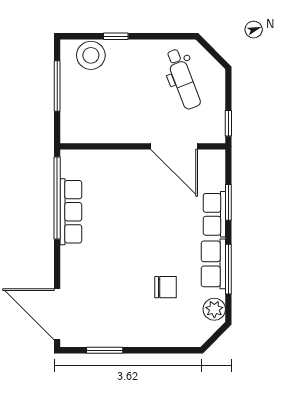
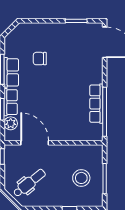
stool: (91, 55) -> (81, 178), moved
dental chair: (183, 79) -> (29, 183), turned 72
plant: (214, 309) -> (11, 123), moved

